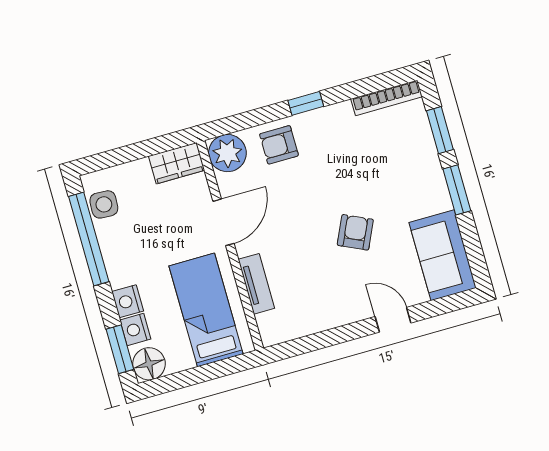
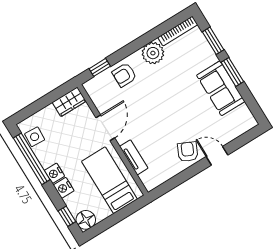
window: (306, 103) -> (100, 67), moved
plant: (227, 153) -> (153, 53), moved
armchair: (355, 232) -> (188, 152), moved
sofa: (443, 255) -> (221, 88), moved
nightstand: (135, 330) -> (54, 173), moved
window: (120, 349) -> (67, 216), width x0.67

